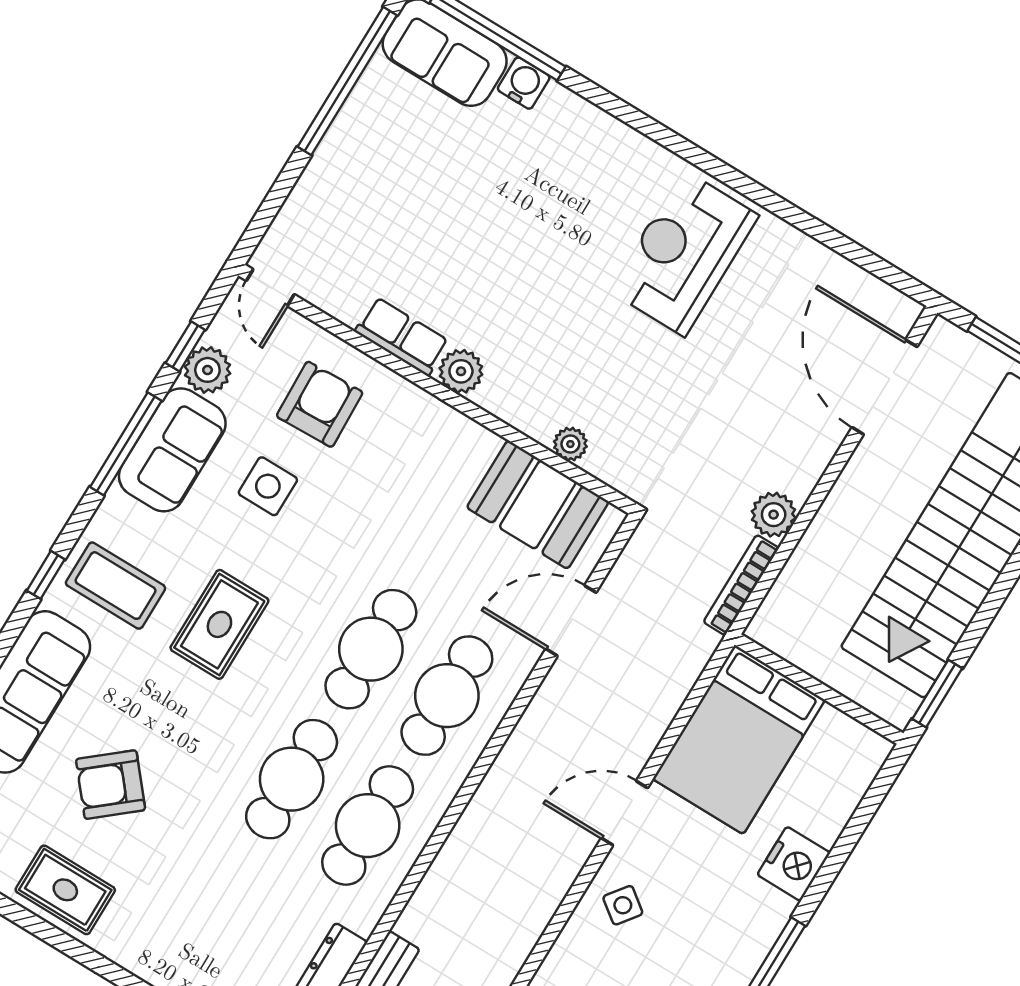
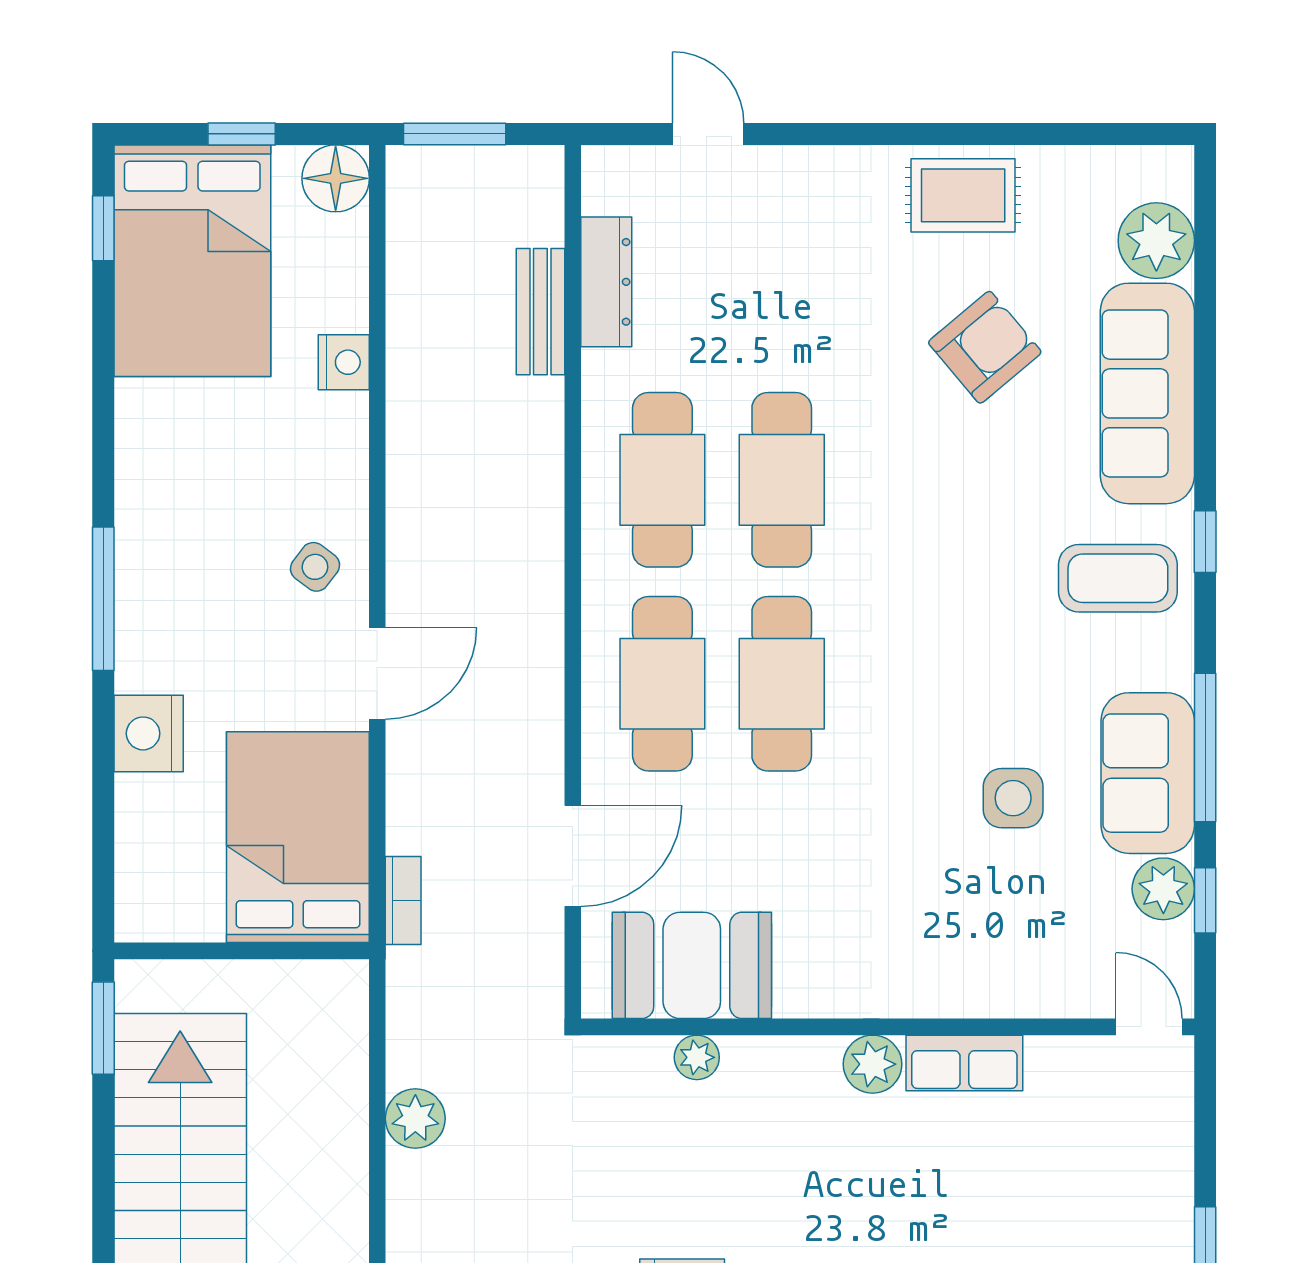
armchair: (320, 404) -> (1011, 928), removed
bookcase: (741, 585) -> (403, 901), moved, width x0.64
rug: (219, 624) -> (972, 606), removed

